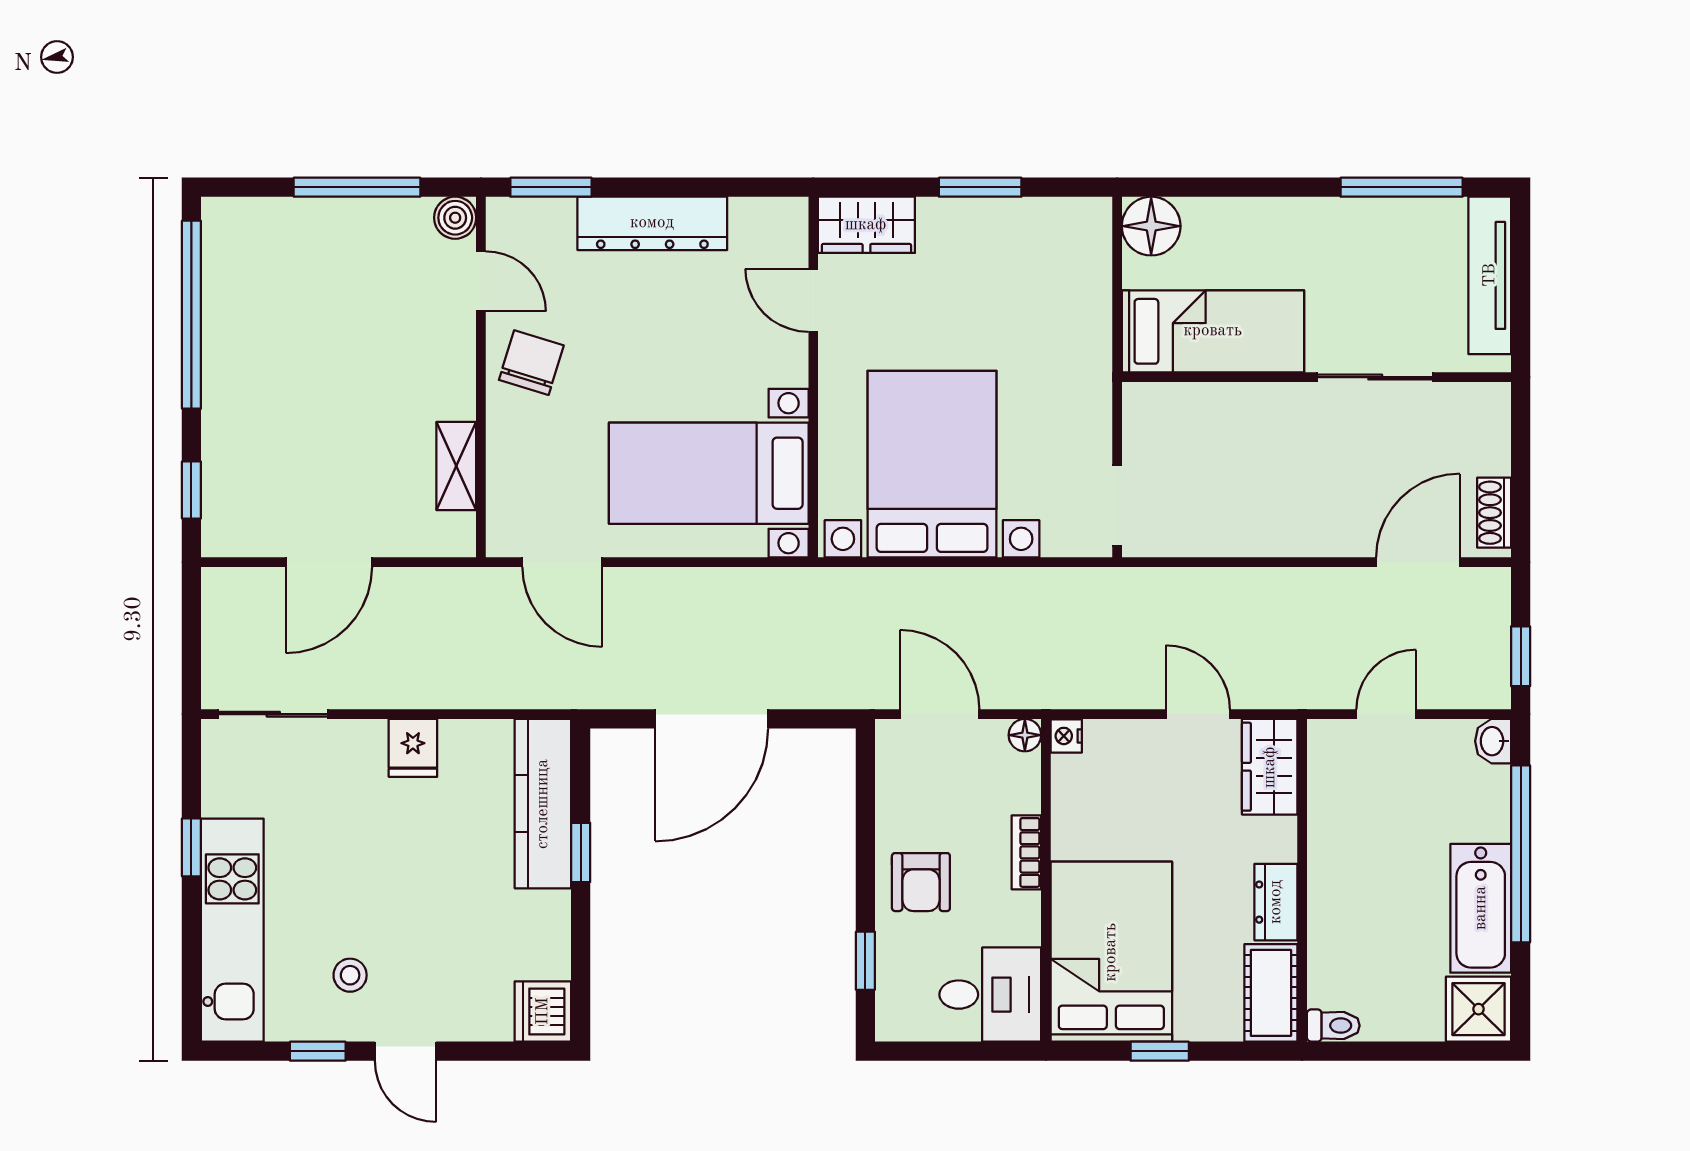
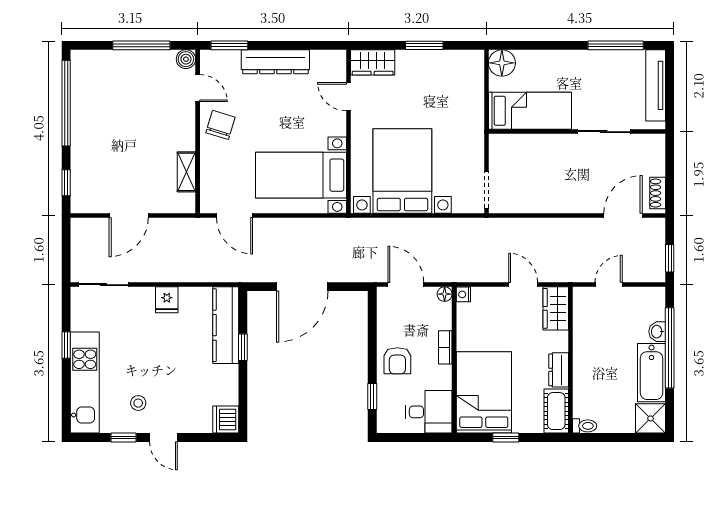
washbasin: (1493, 741) -> (657, 332), moved

